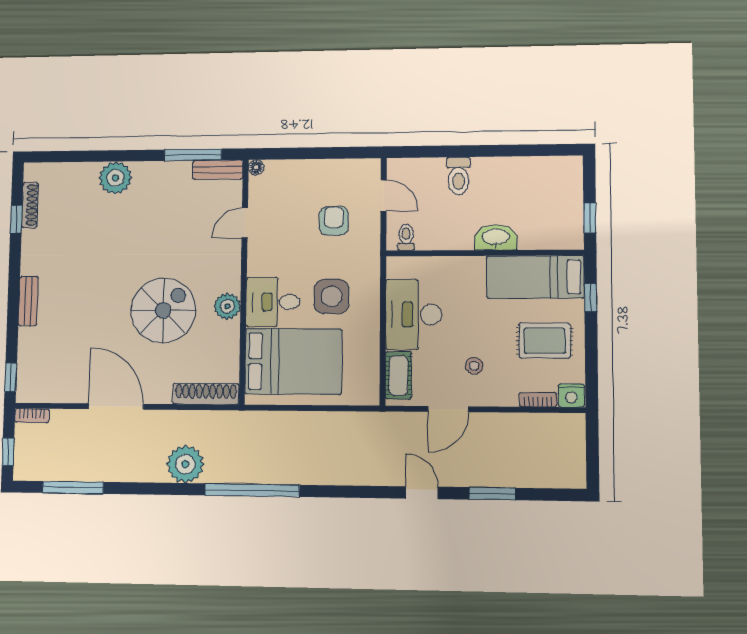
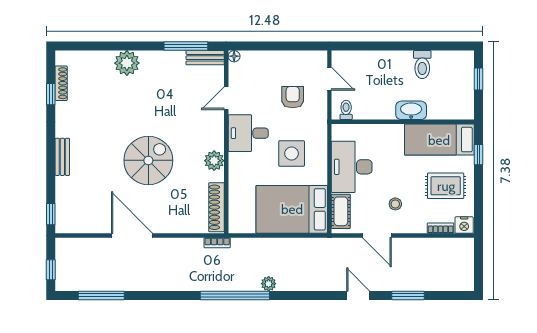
toilet: (459, 176) -> (422, 65), moved
window: (590, 218) -> (479, 79), moved
desk: (273, 302) -> (248, 133), moved
spiral stairs: (163, 310) -> (148, 160), moved
bed: (293, 361) -> (292, 209), moved, turned 180
shoe rack: (206, 394) -> (216, 207), moved, turned -90
door: (448, 409) -> (377, 235), hinge flipped
bookcase: (32, 416) -> (217, 243), moved
plant: (185, 464) -> (269, 284), moved, width x0.53, depth x0.53

